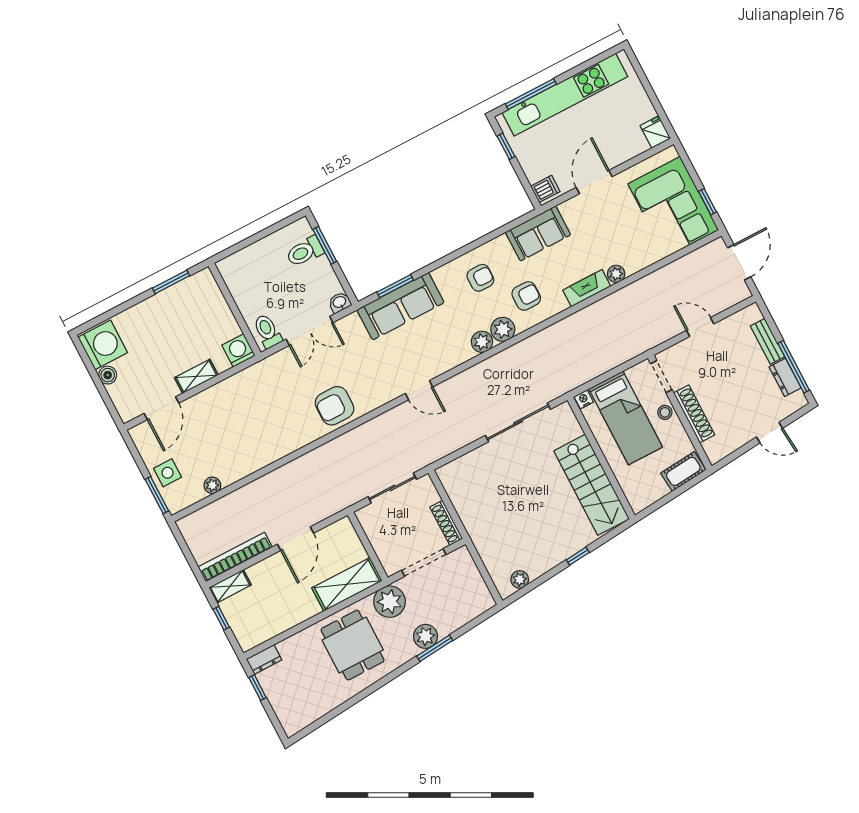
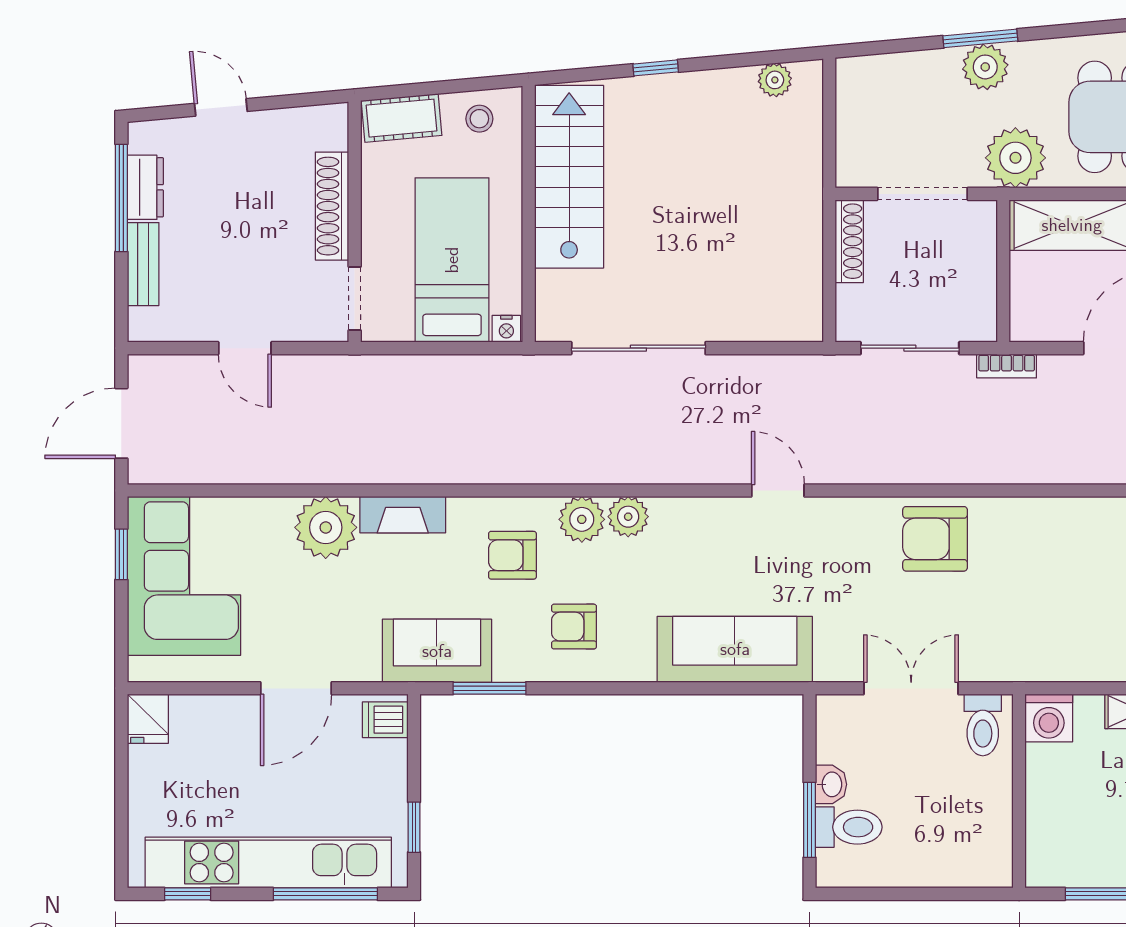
window: (595, 61) -> (188, 894), added
plant: (616, 274) -> (326, 527), width x1.88, depth x1.88
window: (395, 286) -> (490, 688), moved
washbasin: (340, 302) -> (831, 784), moved, turned -90
armchair: (335, 406) -> (935, 539), turned 180
stool: (665, 412) -> (479, 119), moved
bookcase: (343, 503) -> (1007, 366), added

